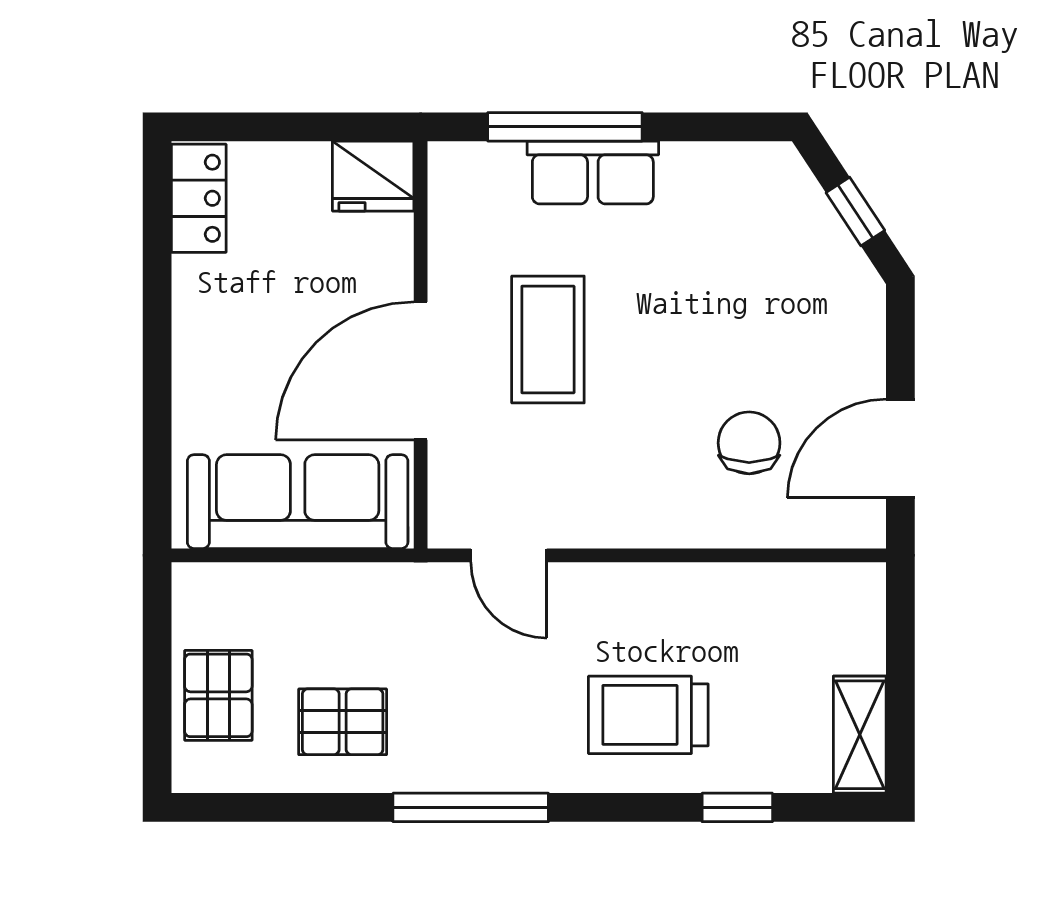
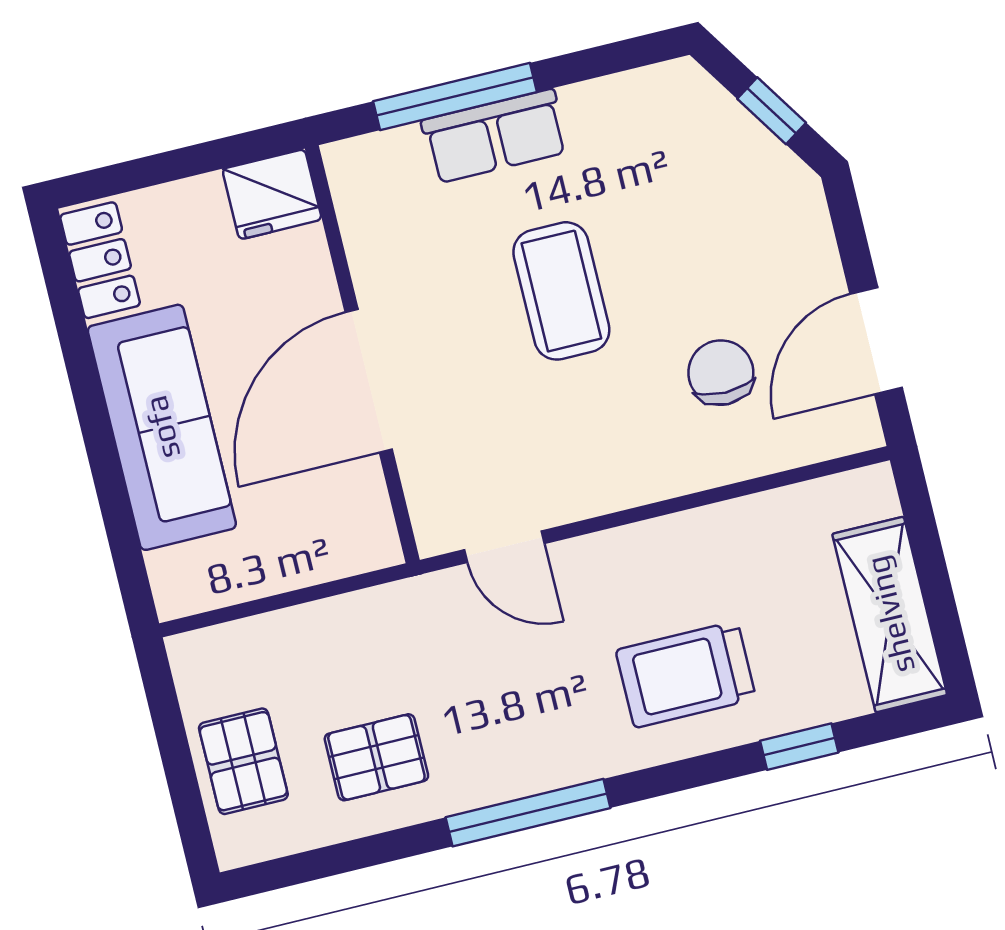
coffee table: (548, 339) -> (561, 291), moved
sofa: (298, 502) -> (162, 427), moved, turned 90
shelving: (860, 735) -> (890, 614), width x1.50, depth x1.33

